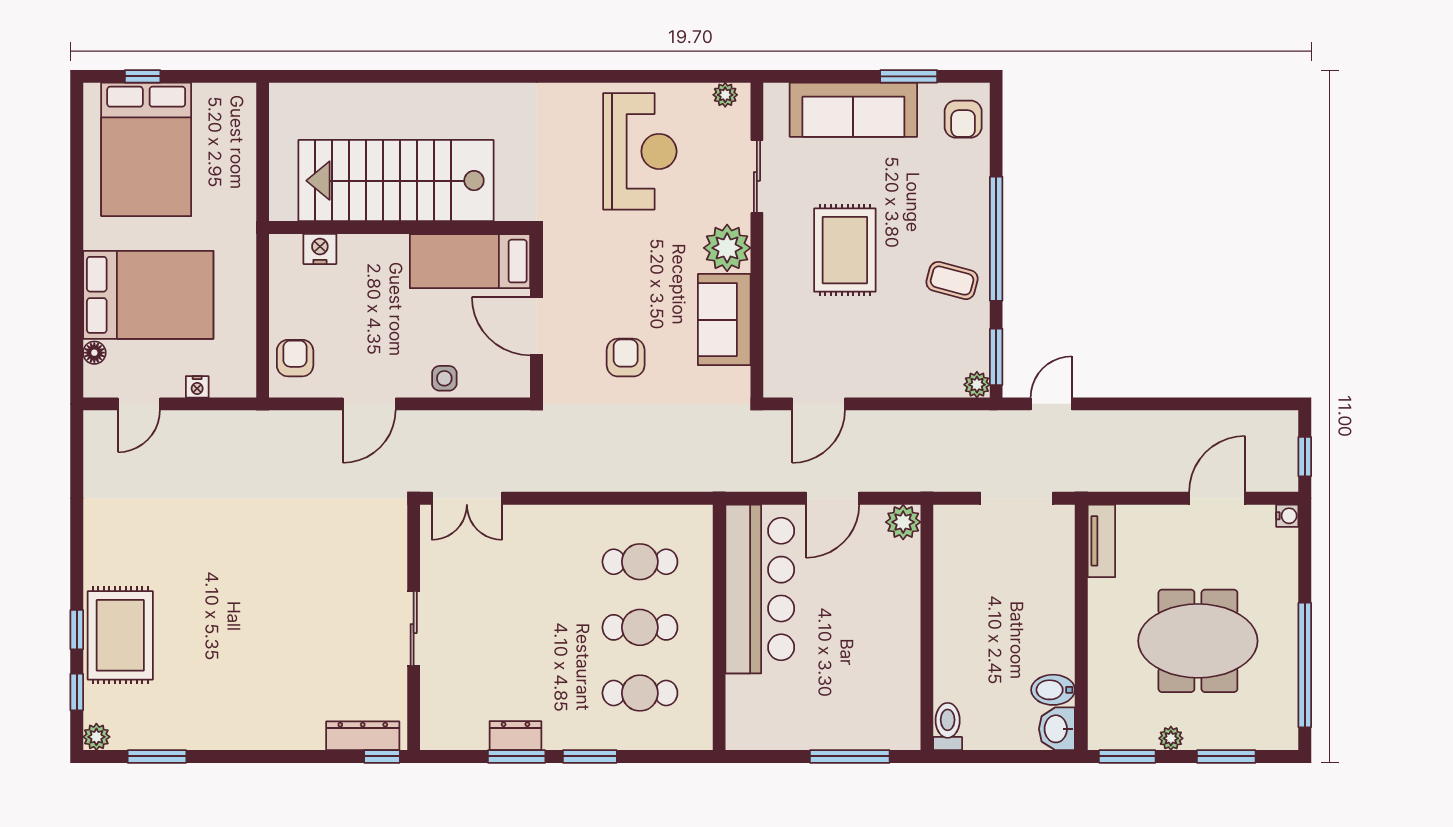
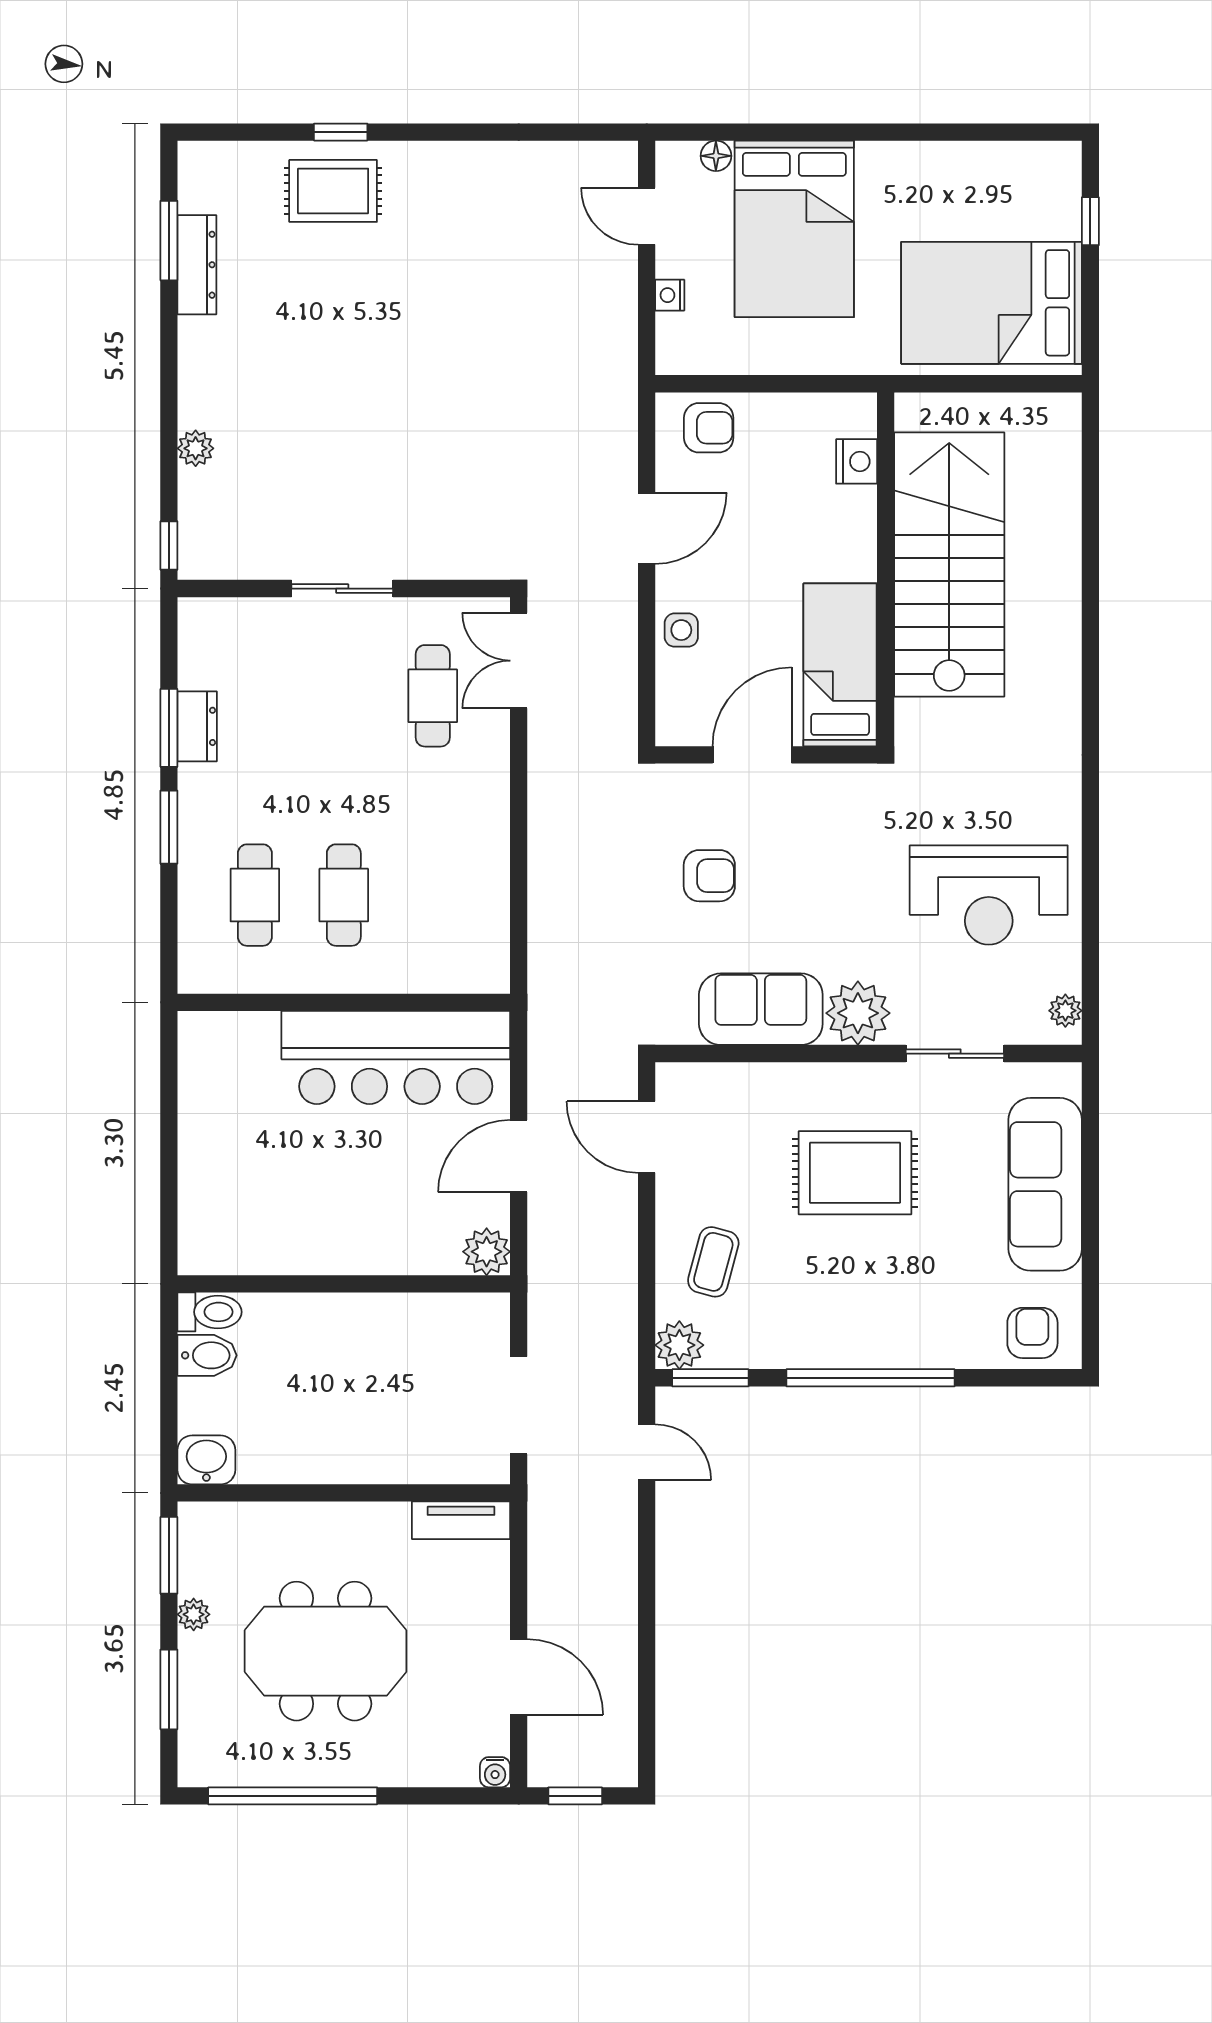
window: (909, 76) -> (1090, 1259), removed
armchair: (963, 119) -> (1032, 1333), turned 90
bed: (146, 149) -> (992, 303), moved
coffee table: (952, 281) -> (713, 1262), moved
plant: (977, 385) -> (679, 1345), width x1.38, depth x1.38
door: (369, 404) -> (647, 528), swing flipped
door: (833, 498) -> (519, 1156), hinge flipped
cafe table: (640, 562) -> (433, 696), moved
rug: (120, 635) -> (333, 191), width x0.73, depth x0.70
meeting table: (1198, 641) -> (326, 1651), turned 90
bidet: (1053, 690) -> (207, 1355), moved, turned 90
window: (77, 692) -> (256, 132), removed
dresser: (363, 736) -> (197, 265), moved
plant: (96, 737) -> (196, 448), moved
window: (850, 756) -> (169, 1179), removed

